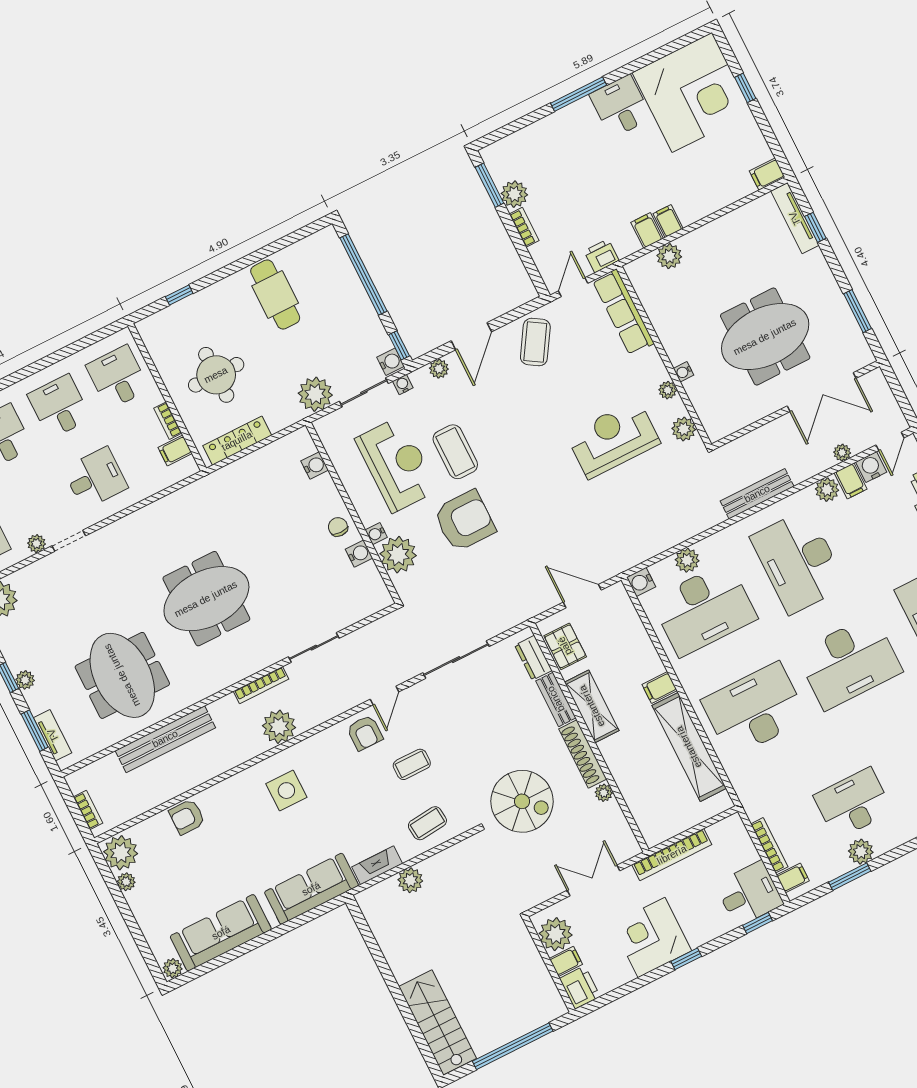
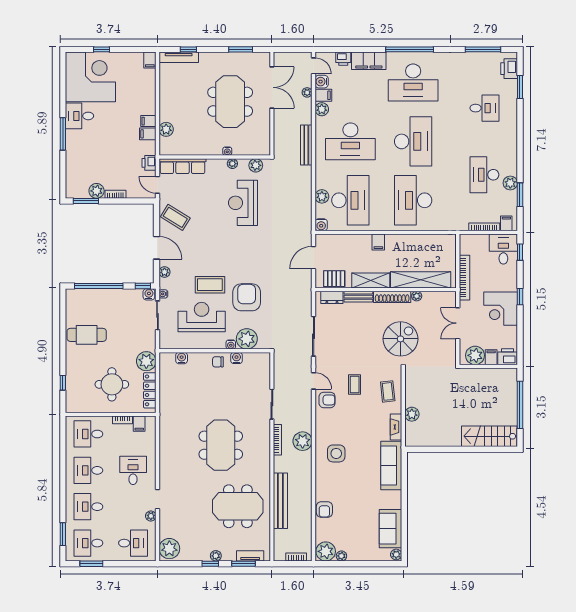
plant: (315, 394) -> (146, 361), moved
shelving: (689, 747) -> (421, 280), moved
sofa: (221, 933) -> (390, 529), width x0.73

